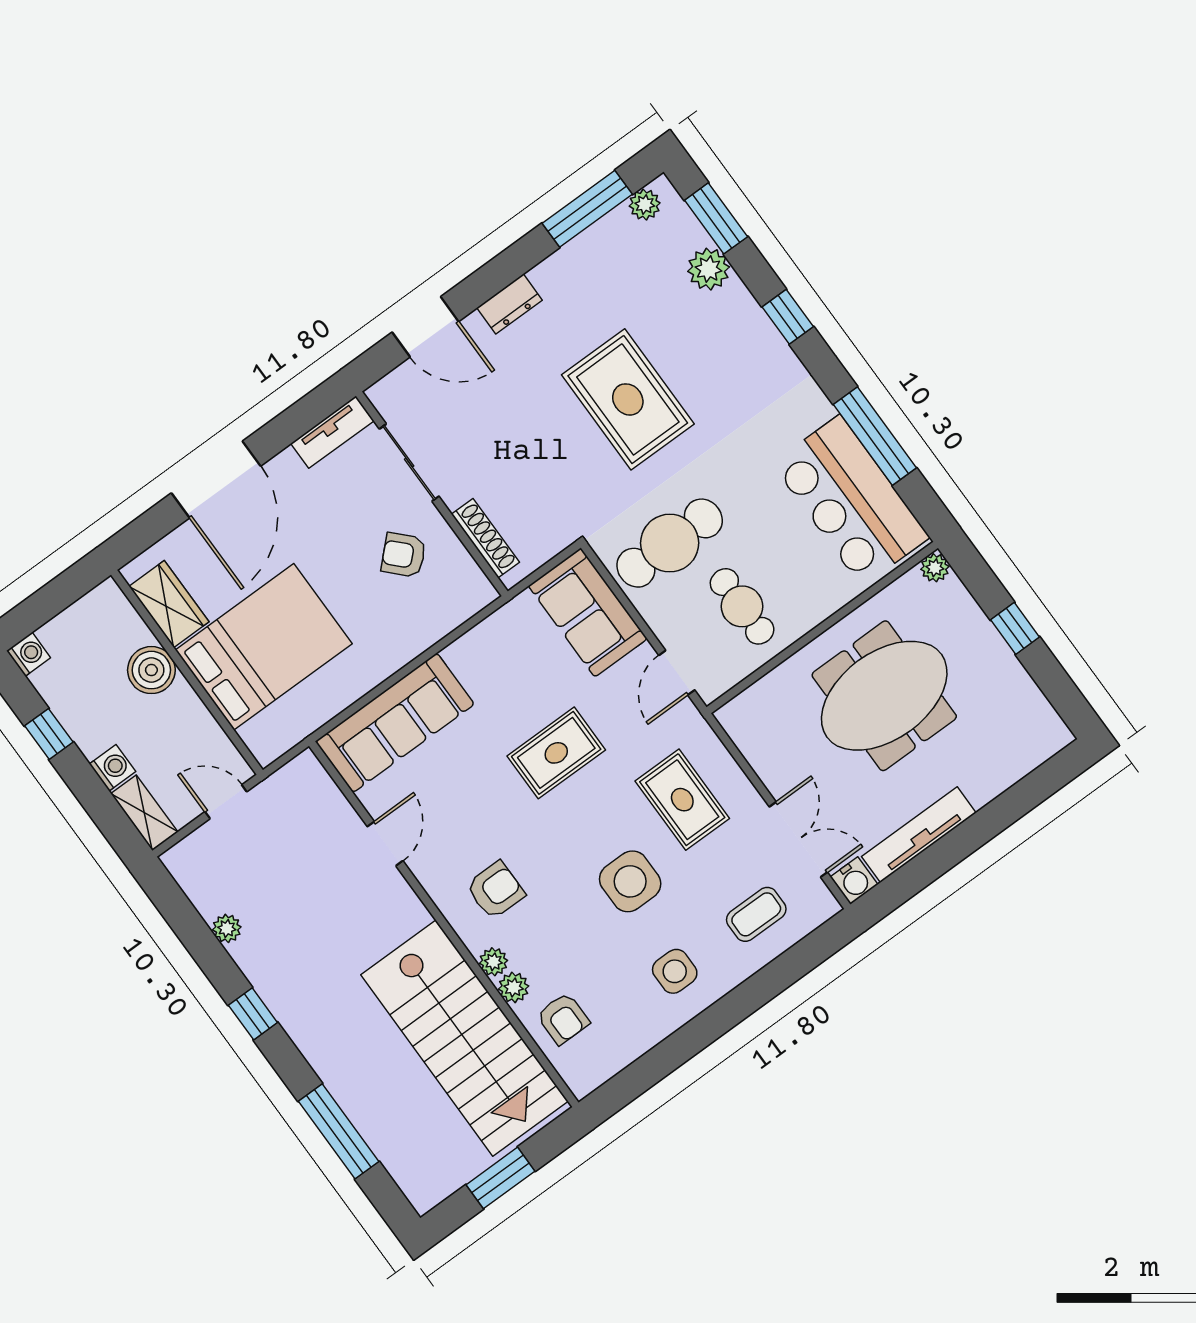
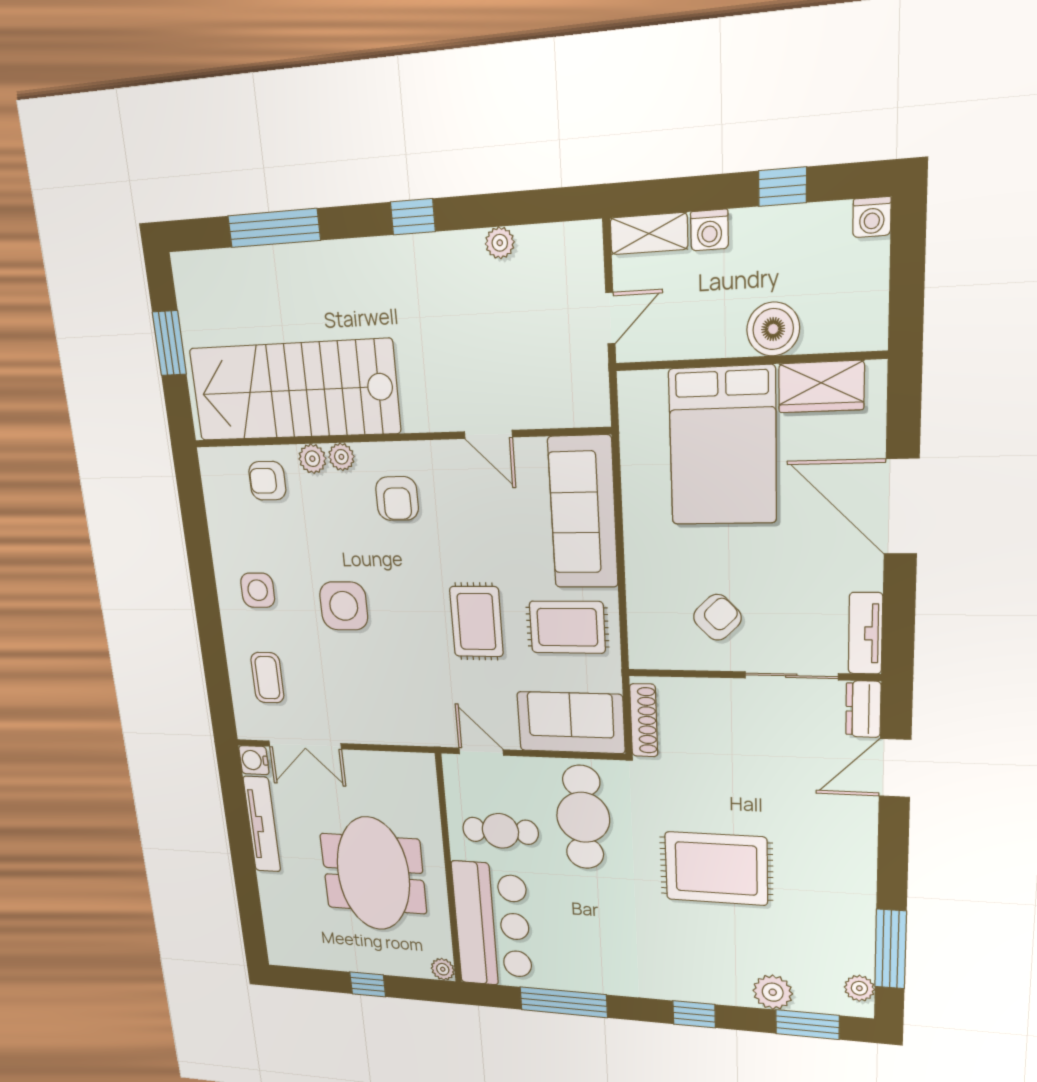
dresser: (509, 304) -> (863, 709), moved
bar counter: (851, 501) -> (492, 925), moved, turned 90
shoe rack: (485, 538) -> (644, 720), moved, turned -90
rug: (682, 800) -> (567, 627), moved

